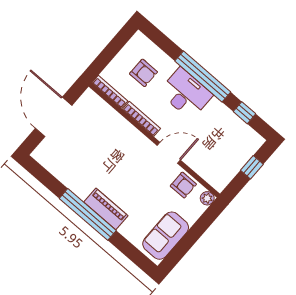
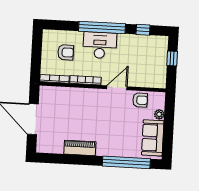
plant: (207, 198) -> (159, 114), moved
piano: (106, 209) -> (80, 148), moved
window: (88, 214) -> (126, 162), moved

